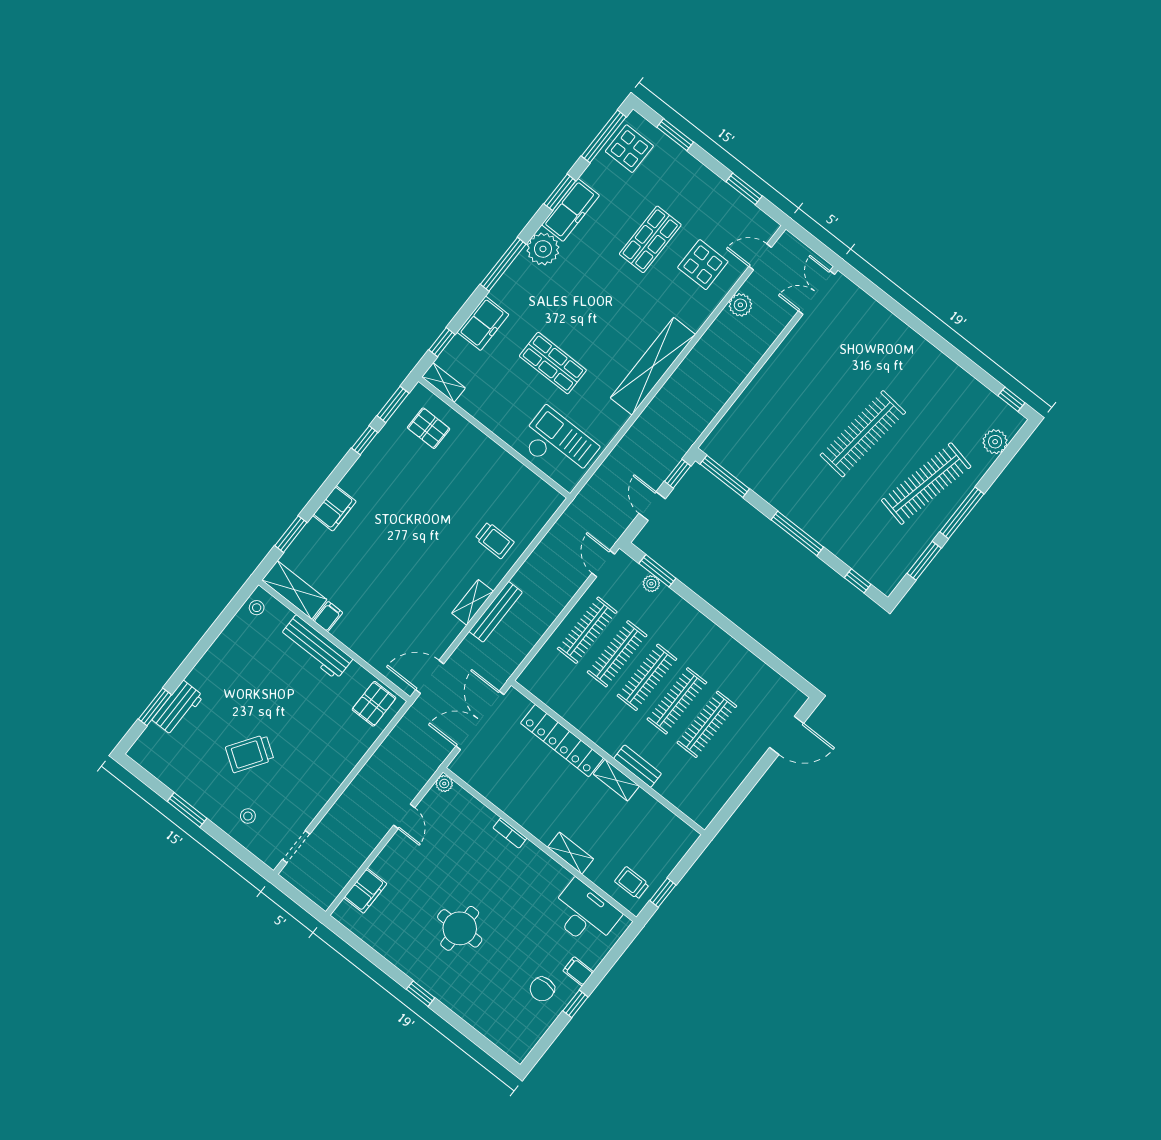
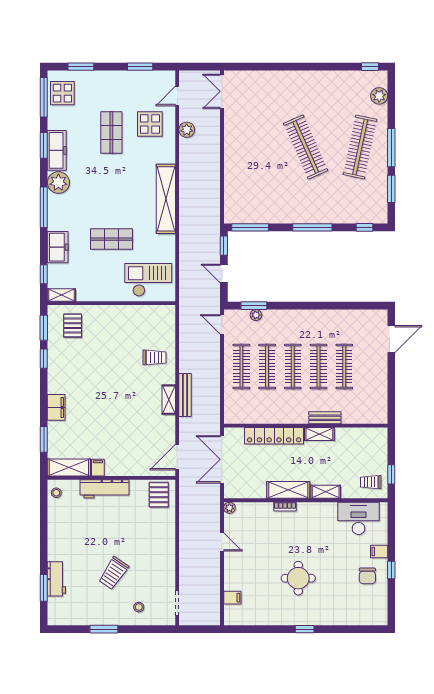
pallet: (429, 428) -> (73, 326), turned 90
clothes rail: (863, 434) -> (306, 147), turned -30
shelving: (529, 817) -> (288, 490), added
filing cabinet: (365, 891) -> (232, 598), width x0.50

